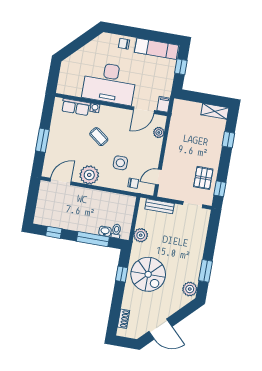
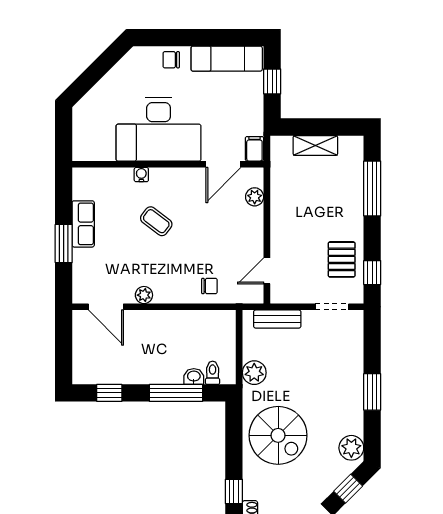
row of seats: (76, 107) -> (83, 224), moved, turned -90
shelving: (215, 111) -> (315, 145), moved
window: (228, 140) -> (372, 189), width x2.17
side table: (120, 163) -> (200, 258), removed
plant: (89, 175) -> (144, 295), width x0.53, depth x0.53
door: (61, 182) -> (106, 307), swing flipped
chair: (133, 183) -> (209, 286), moved
window: (205, 271) -> (372, 392), moved
window: (122, 274) -> (234, 491), moved
window: (184, 313) -> (348, 489), added

